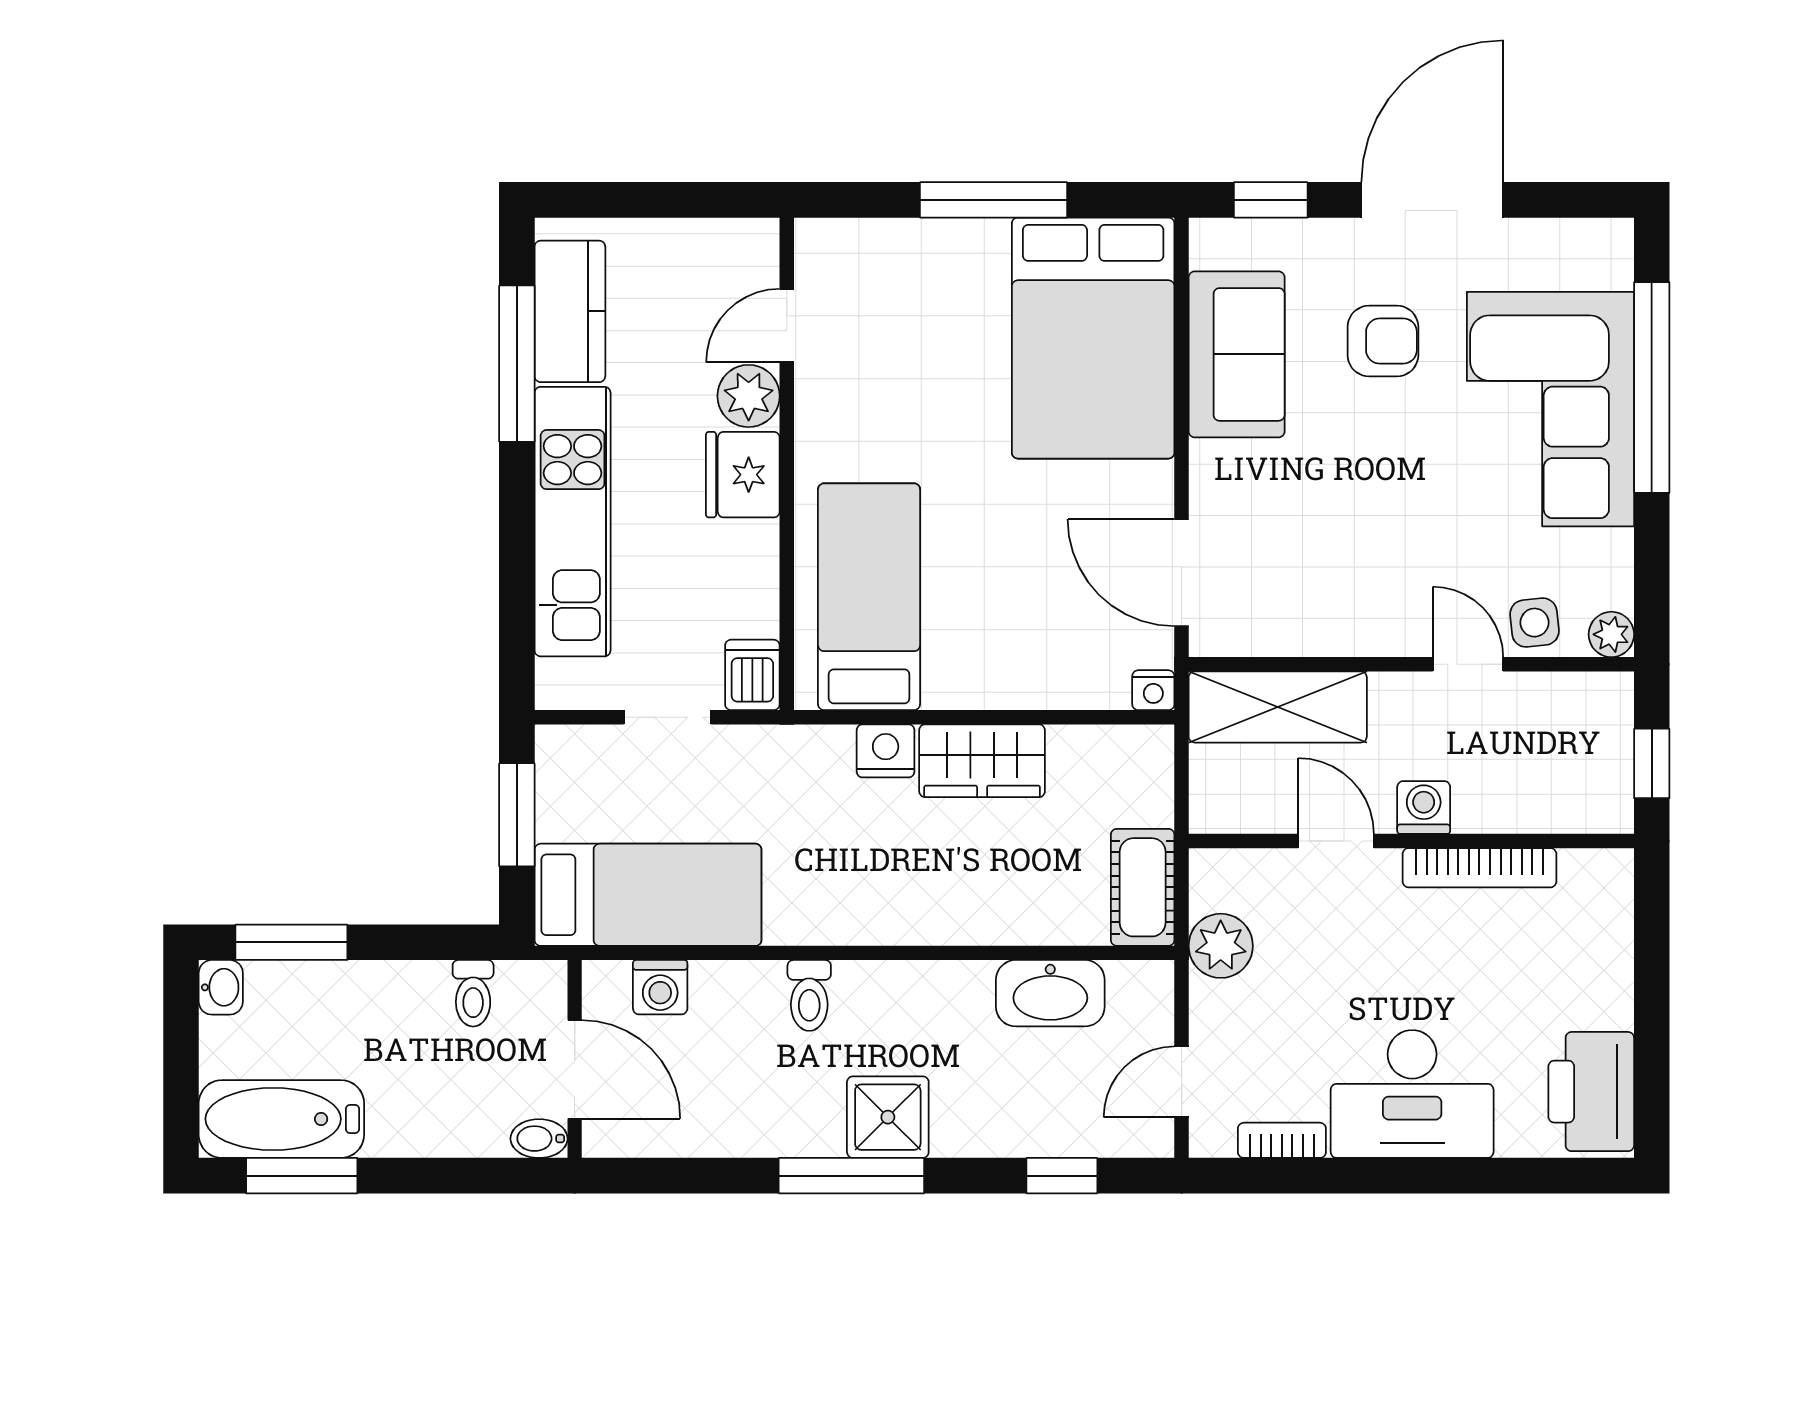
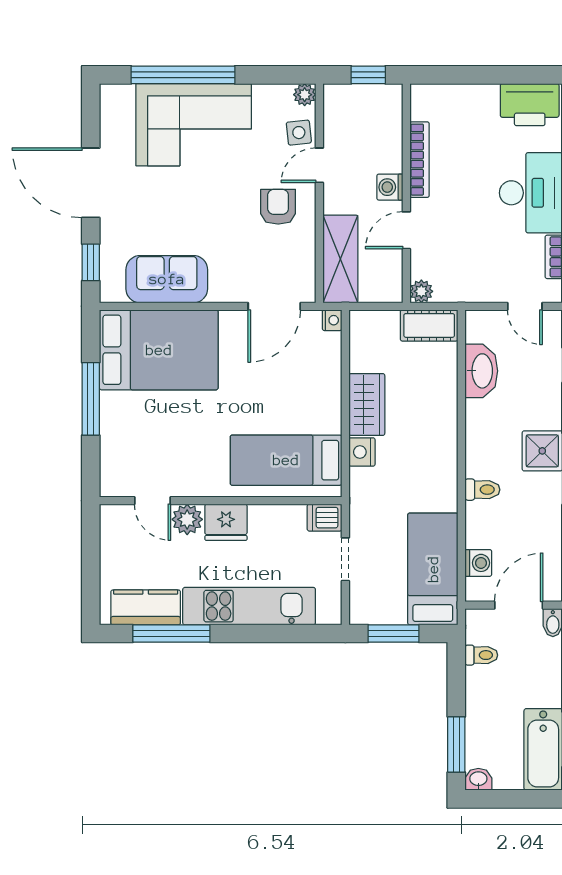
armchair: (1383, 341) -> (278, 207), moved
plant: (1221, 946) -> (421, 291), moved, width x0.73, depth x0.73

